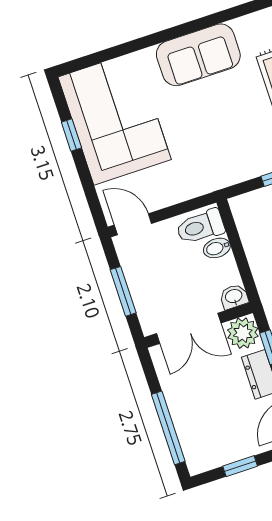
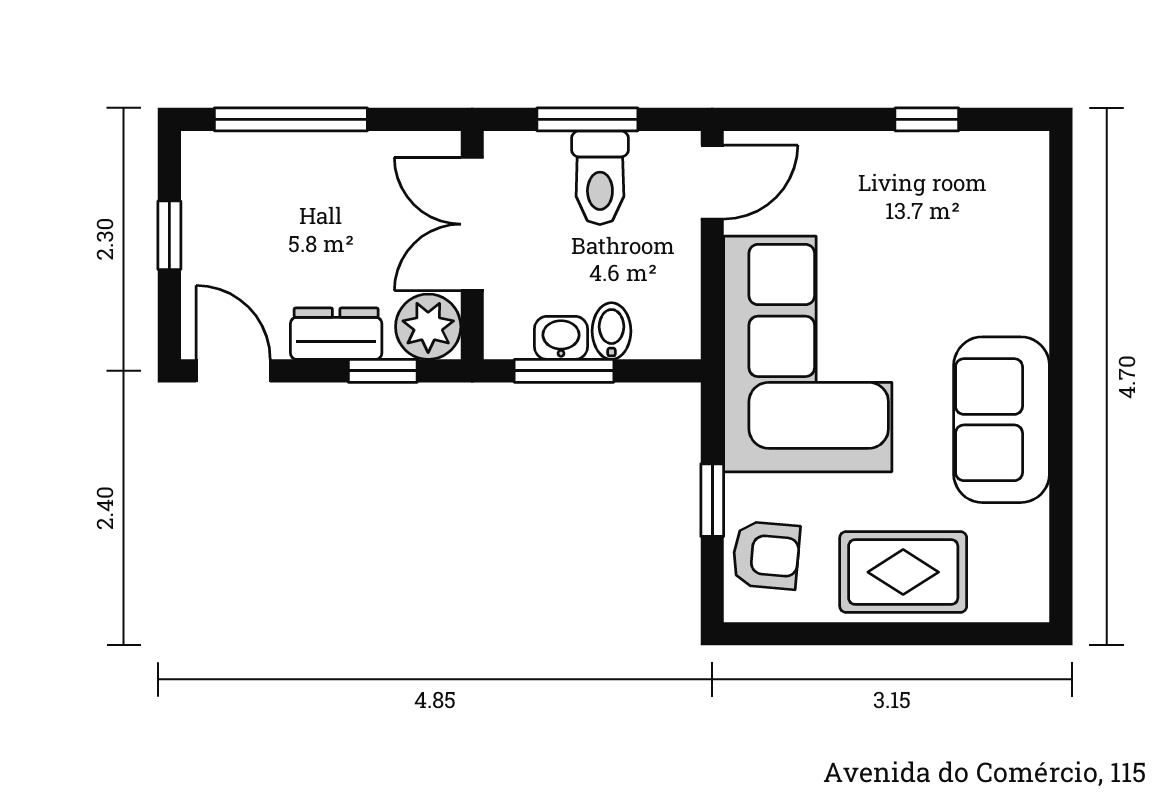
corner sofa: (115, 118) -> (808, 354), moved, turned -90
toilet: (200, 227) -> (600, 178), moved, turned 180
window: (242, 264) -> (564, 371), added
washbasin: (234, 297) -> (561, 338), moved, turned -90

